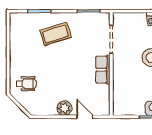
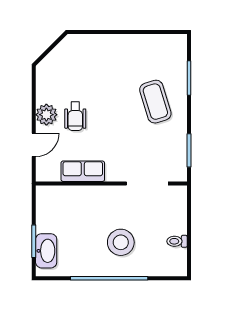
row of seats: (103, 70) -> (83, 171), moved
wheelchair: (26, 84) -> (75, 116), moved

